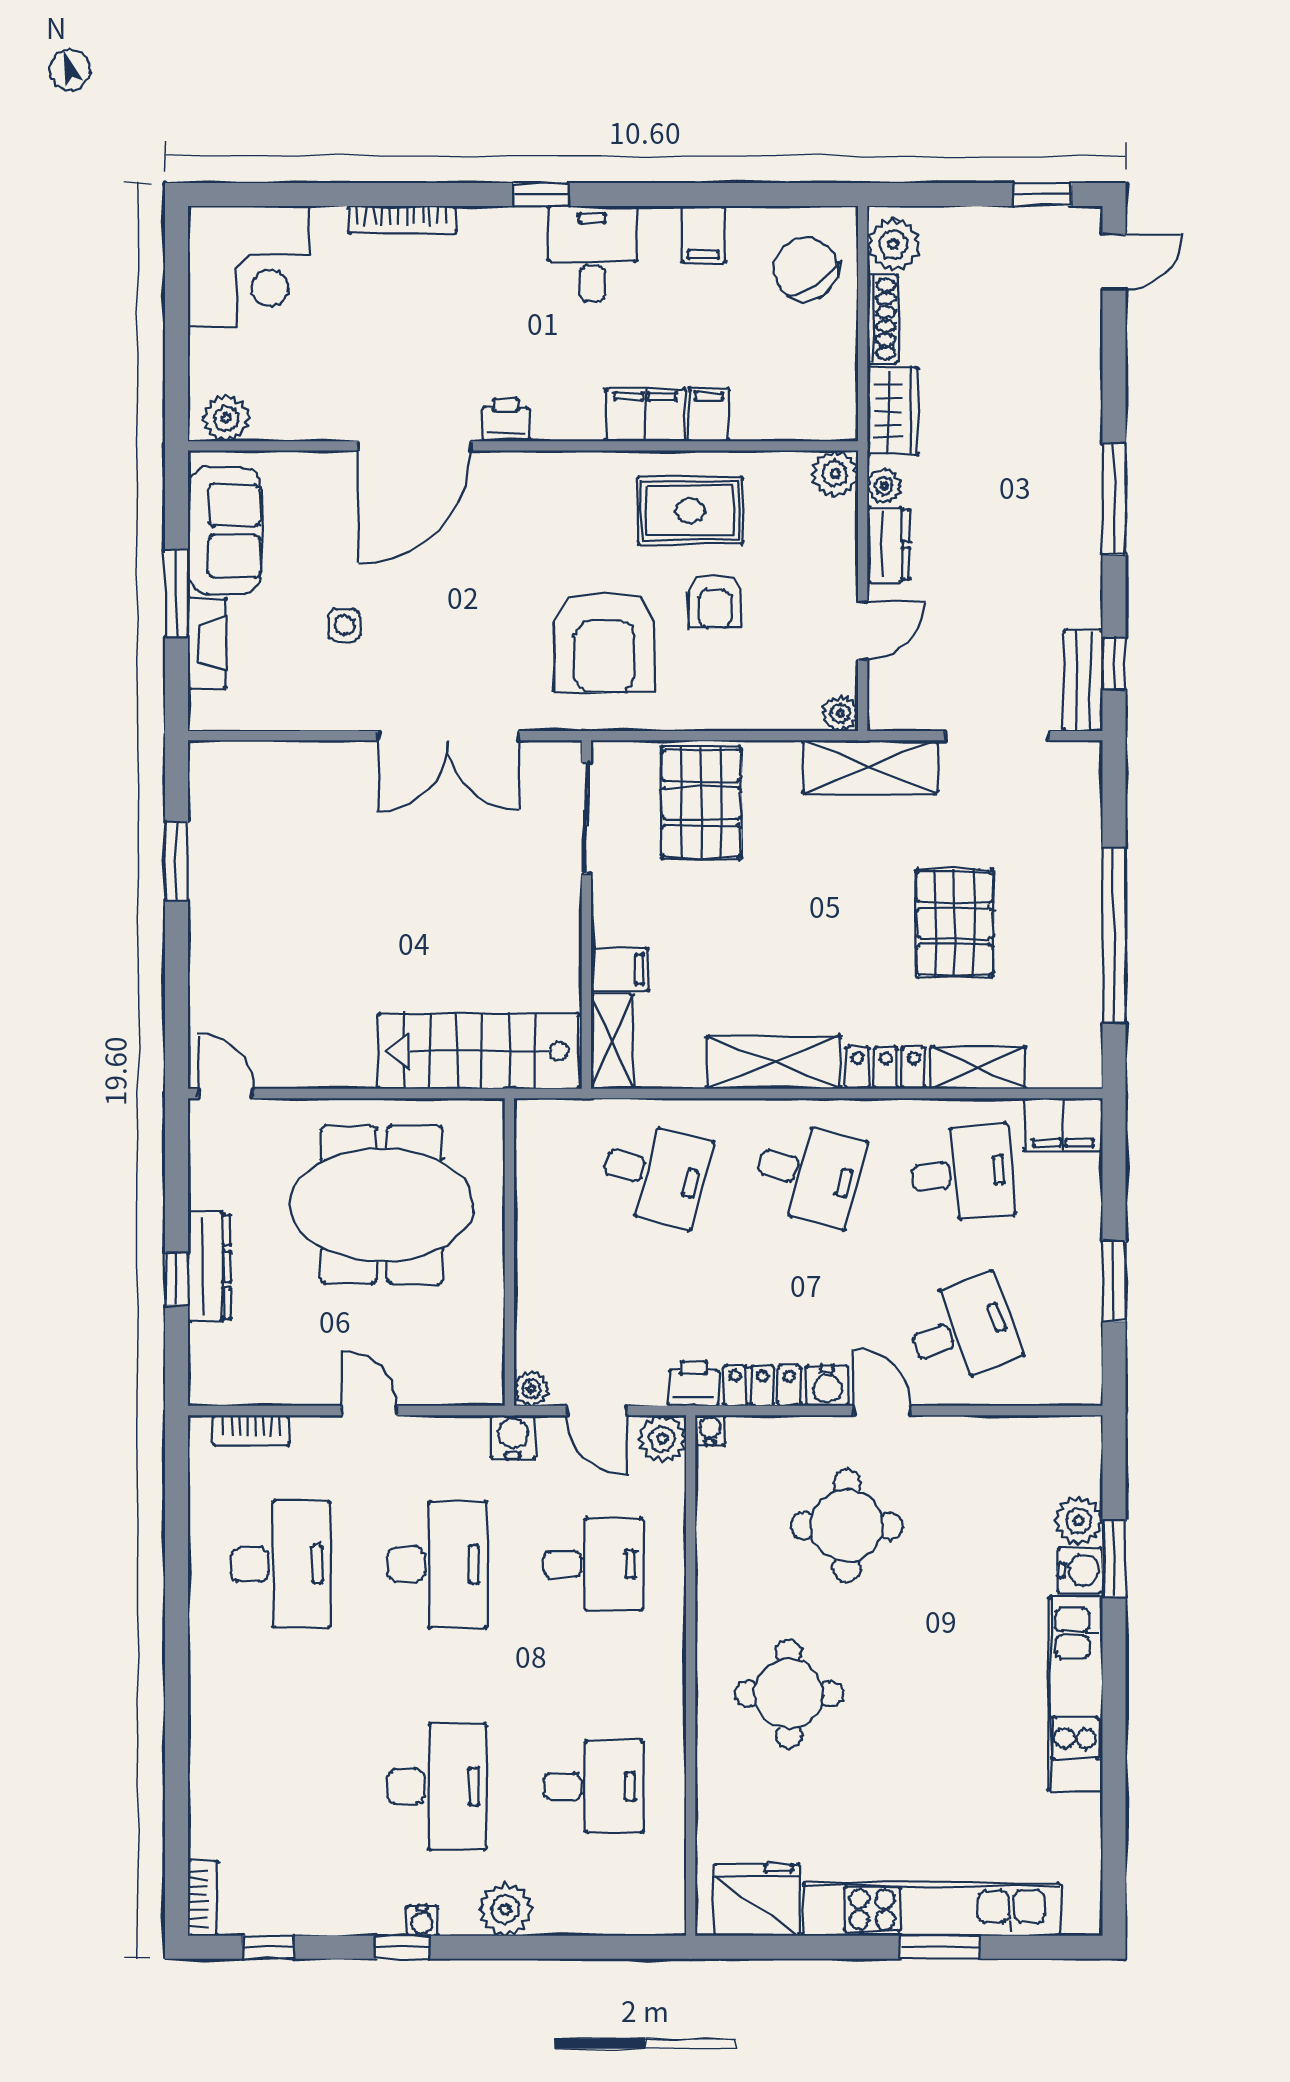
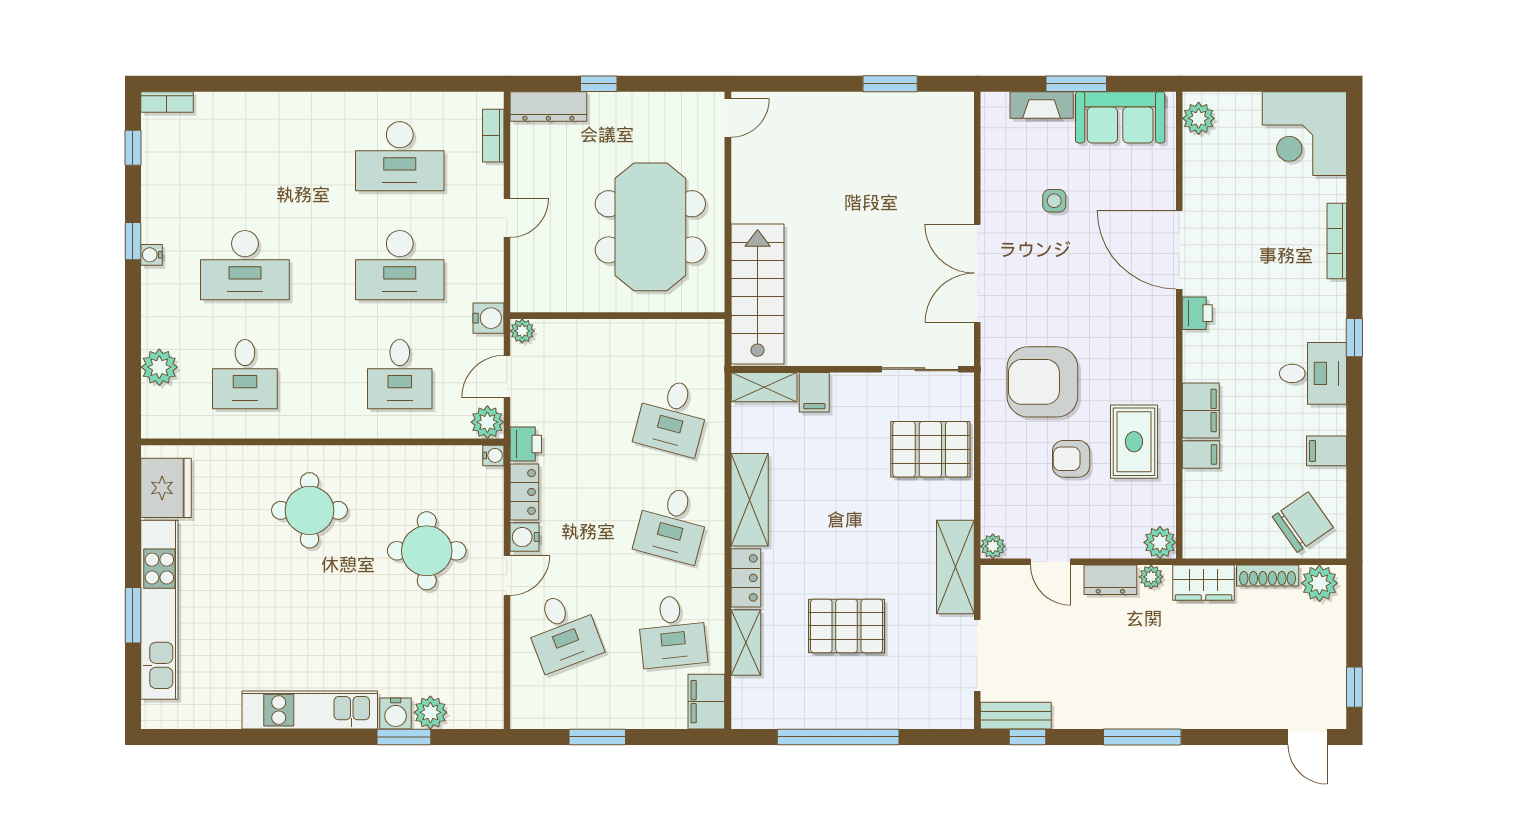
dresser: (209, 1267) -> (548, 107), moved
plant: (505, 1909) -> (159, 367), moved

